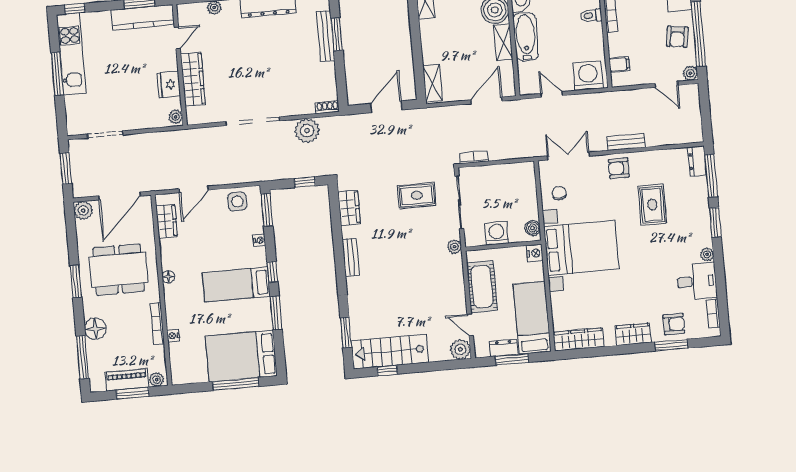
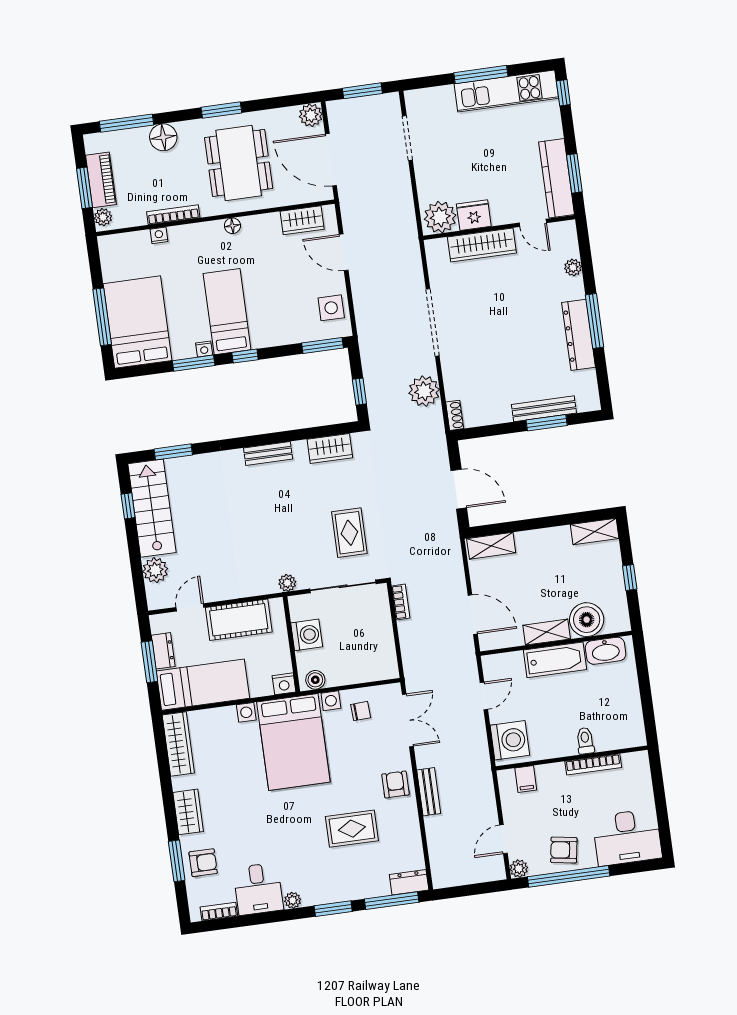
plant: (176, 117) -> (440, 217), width x1.88, depth x1.88
nightstand: (259, 240) -> (204, 349), moved
armchair: (674, 324) -> (203, 863), turned -90
plant: (460, 349) -> (155, 570), moved

